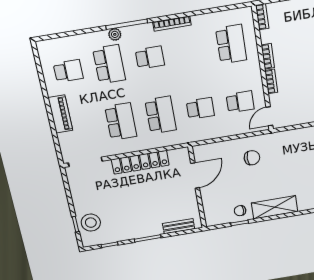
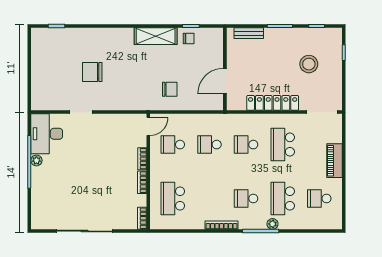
school desk: (161, 115) -> (246, 145), width x0.54
chair: (252, 158) -> (170, 89), turned 180
stool: (91, 223) -> (309, 64), moved

